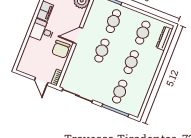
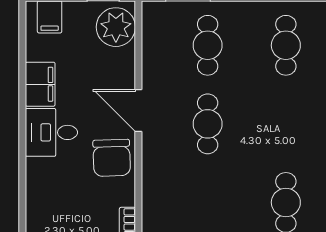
door: (78, 35) -> (138, 111), hinge flipped
cafe table: (131, 62) -> (286, 124), removed

